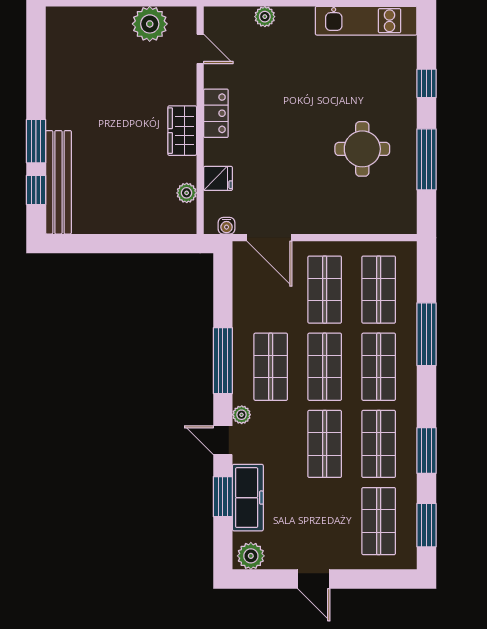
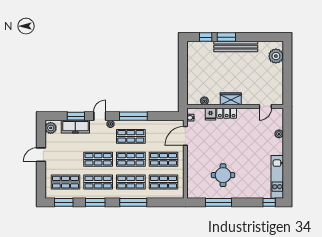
plant: (150, 24) -> (276, 56), moved
window: (427, 83) -> (269, 202), moved
locker: (216, 113) -> (227, 113), moved
bench: (58, 182) -> (236, 47), moved
window: (427, 334) -> (133, 202), moved

